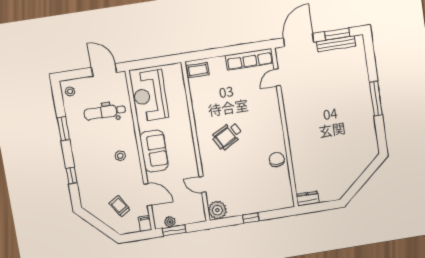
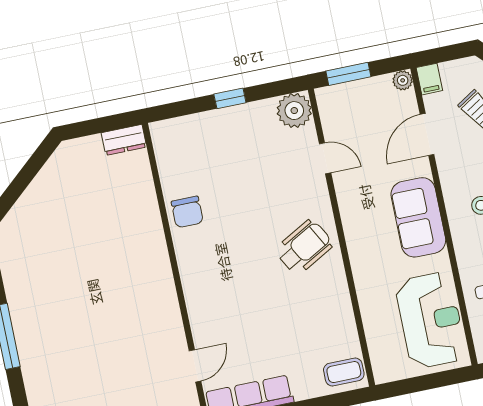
wheelchair: (227, 136) -> (304, 247), moved
door: (148, 195) -> (427, 134), hinge flipped
plant: (170, 222) -> (403, 80), moved
window: (174, 230) -> (348, 74), moved

